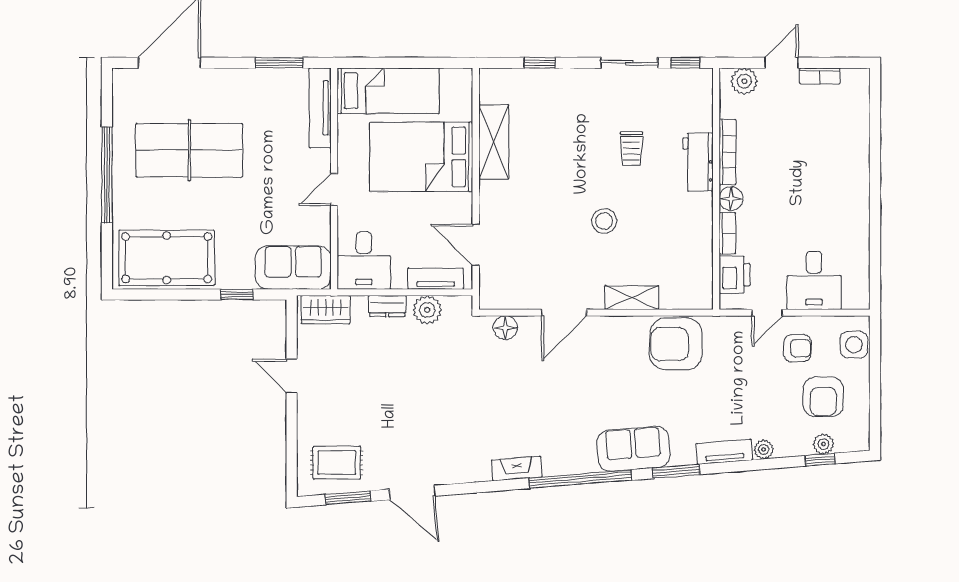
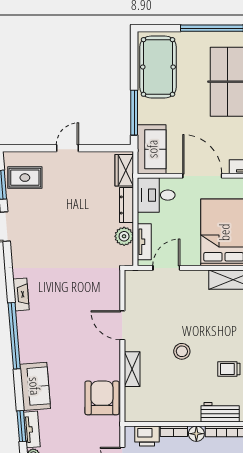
door: (334, 190) -> (202, 176), width x1.88
window: (237, 294) -> (134, 113), width x2.17
dresser: (387, 306) -> (127, 205), width x1.44
floor lamp: (505, 328) -> (113, 287), removed
door: (292, 376) -> (67, 148), moved
sofa: (633, 449) -> (35, 386), moved
rug: (337, 463) -> (25, 178), turned 90
window: (676, 471) -> (21, 426), moved

